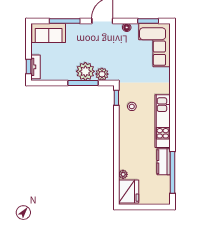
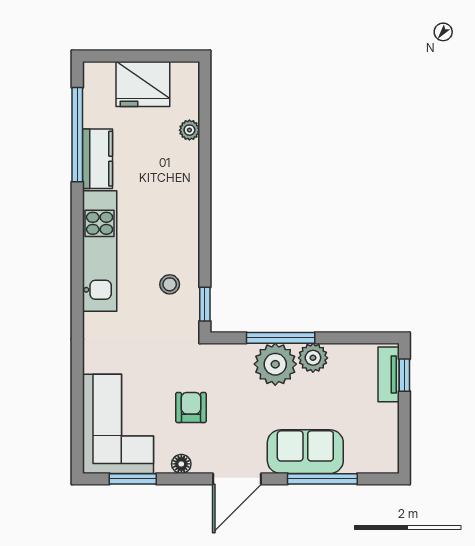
sofa: (49, 33) -> (305, 452), moved
armchair: (122, 52) -> (191, 407), added
plant: (102, 74) -> (313, 358), moved
fridge: (129, 192) -> (143, 84), moved, turned -90

